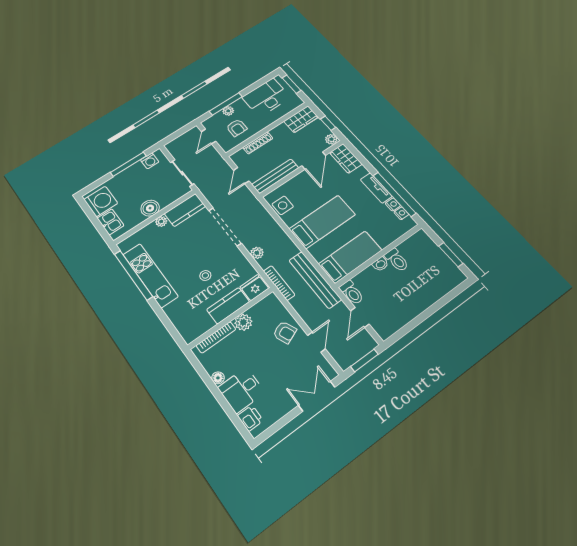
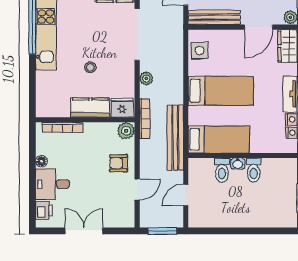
toilet: (352, 293) -> (222, 170), moved
plant: (243, 322) -> (126, 131), moved
armchair: (285, 332) -> (119, 163), turned 113
double door: (317, 396) -> (84, 231), moved

